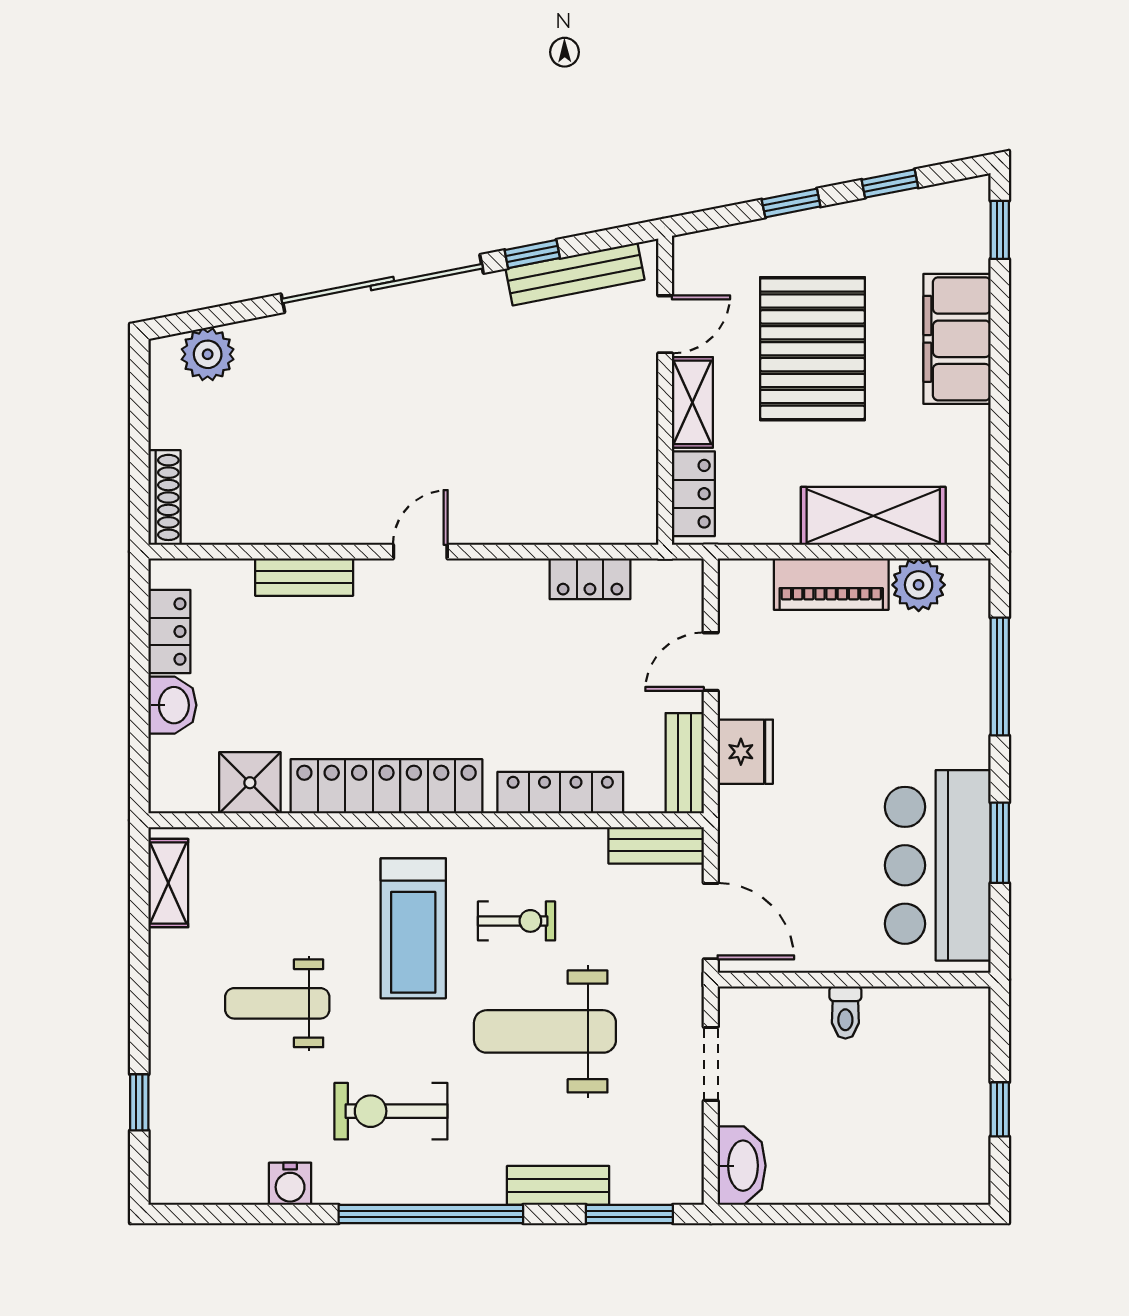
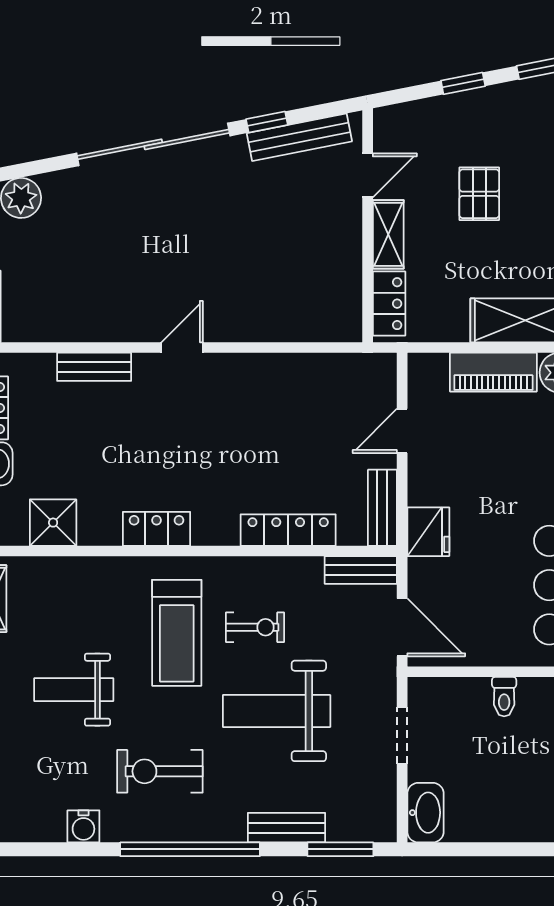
pallet: (813, 349) -> (479, 194), width x0.49, depth x0.50
locker: (590, 579) -> (311, 368), removed
fridge: (745, 752) -> (428, 532), moved
locker: (386, 786) -> (157, 529), width x0.46, depth x0.83

